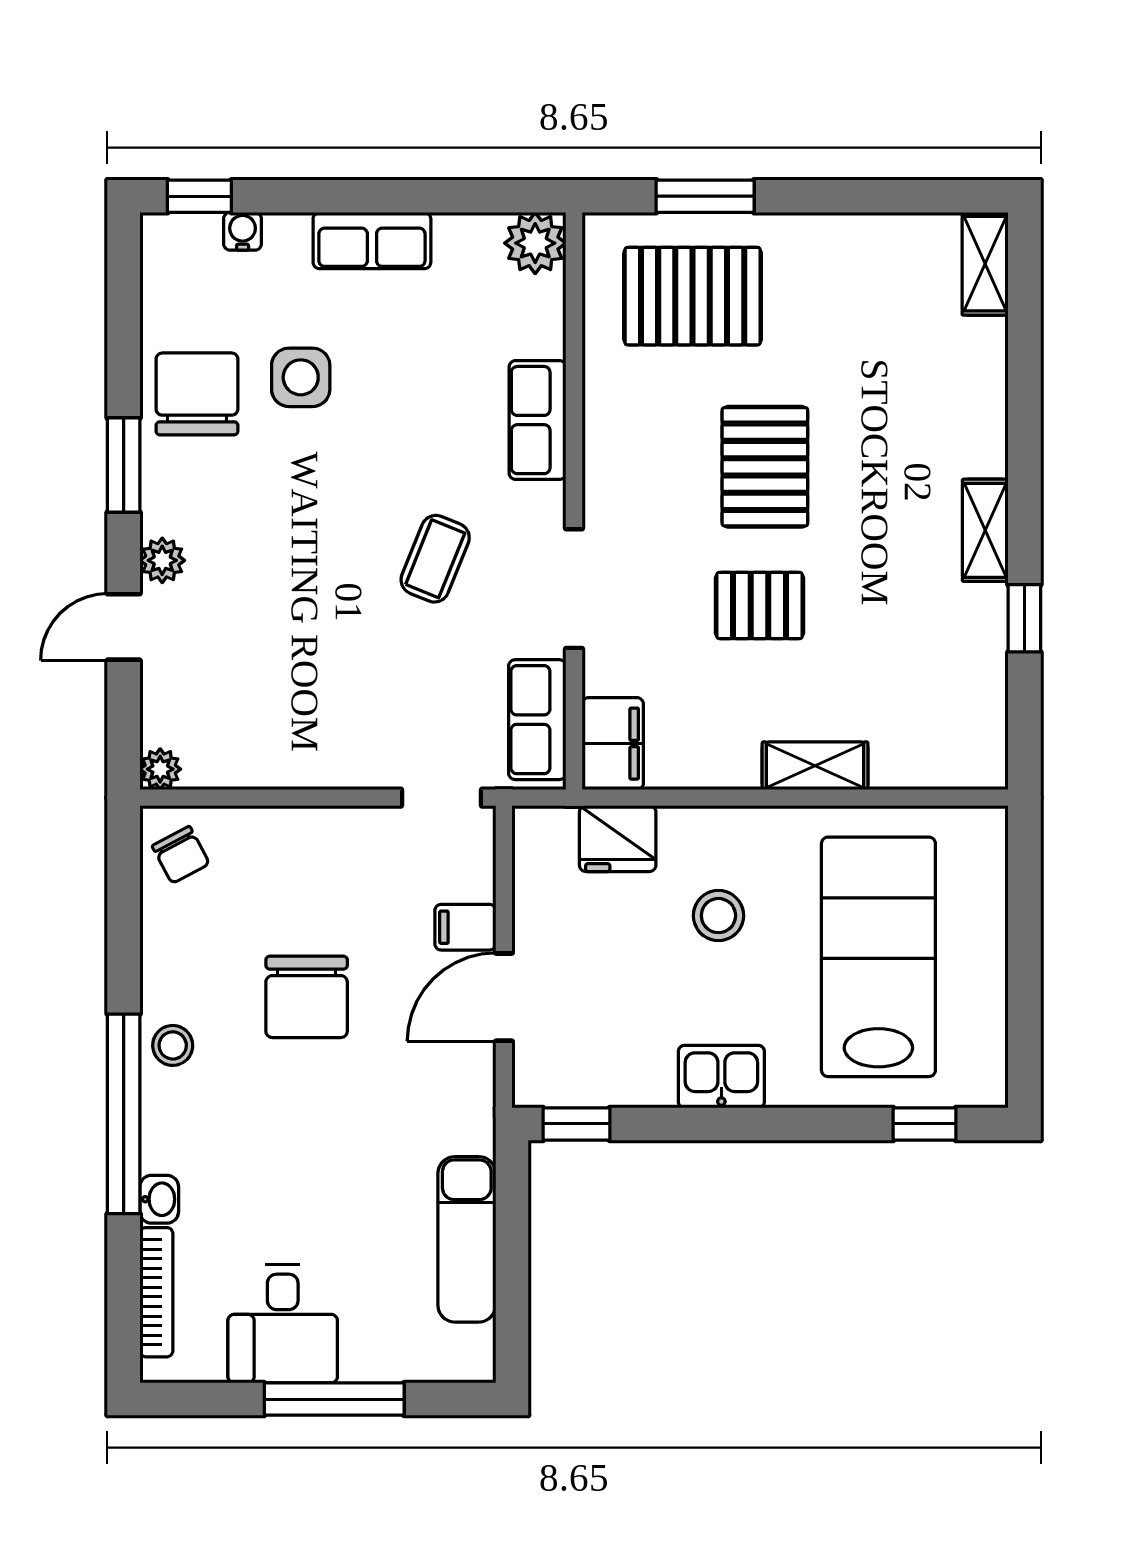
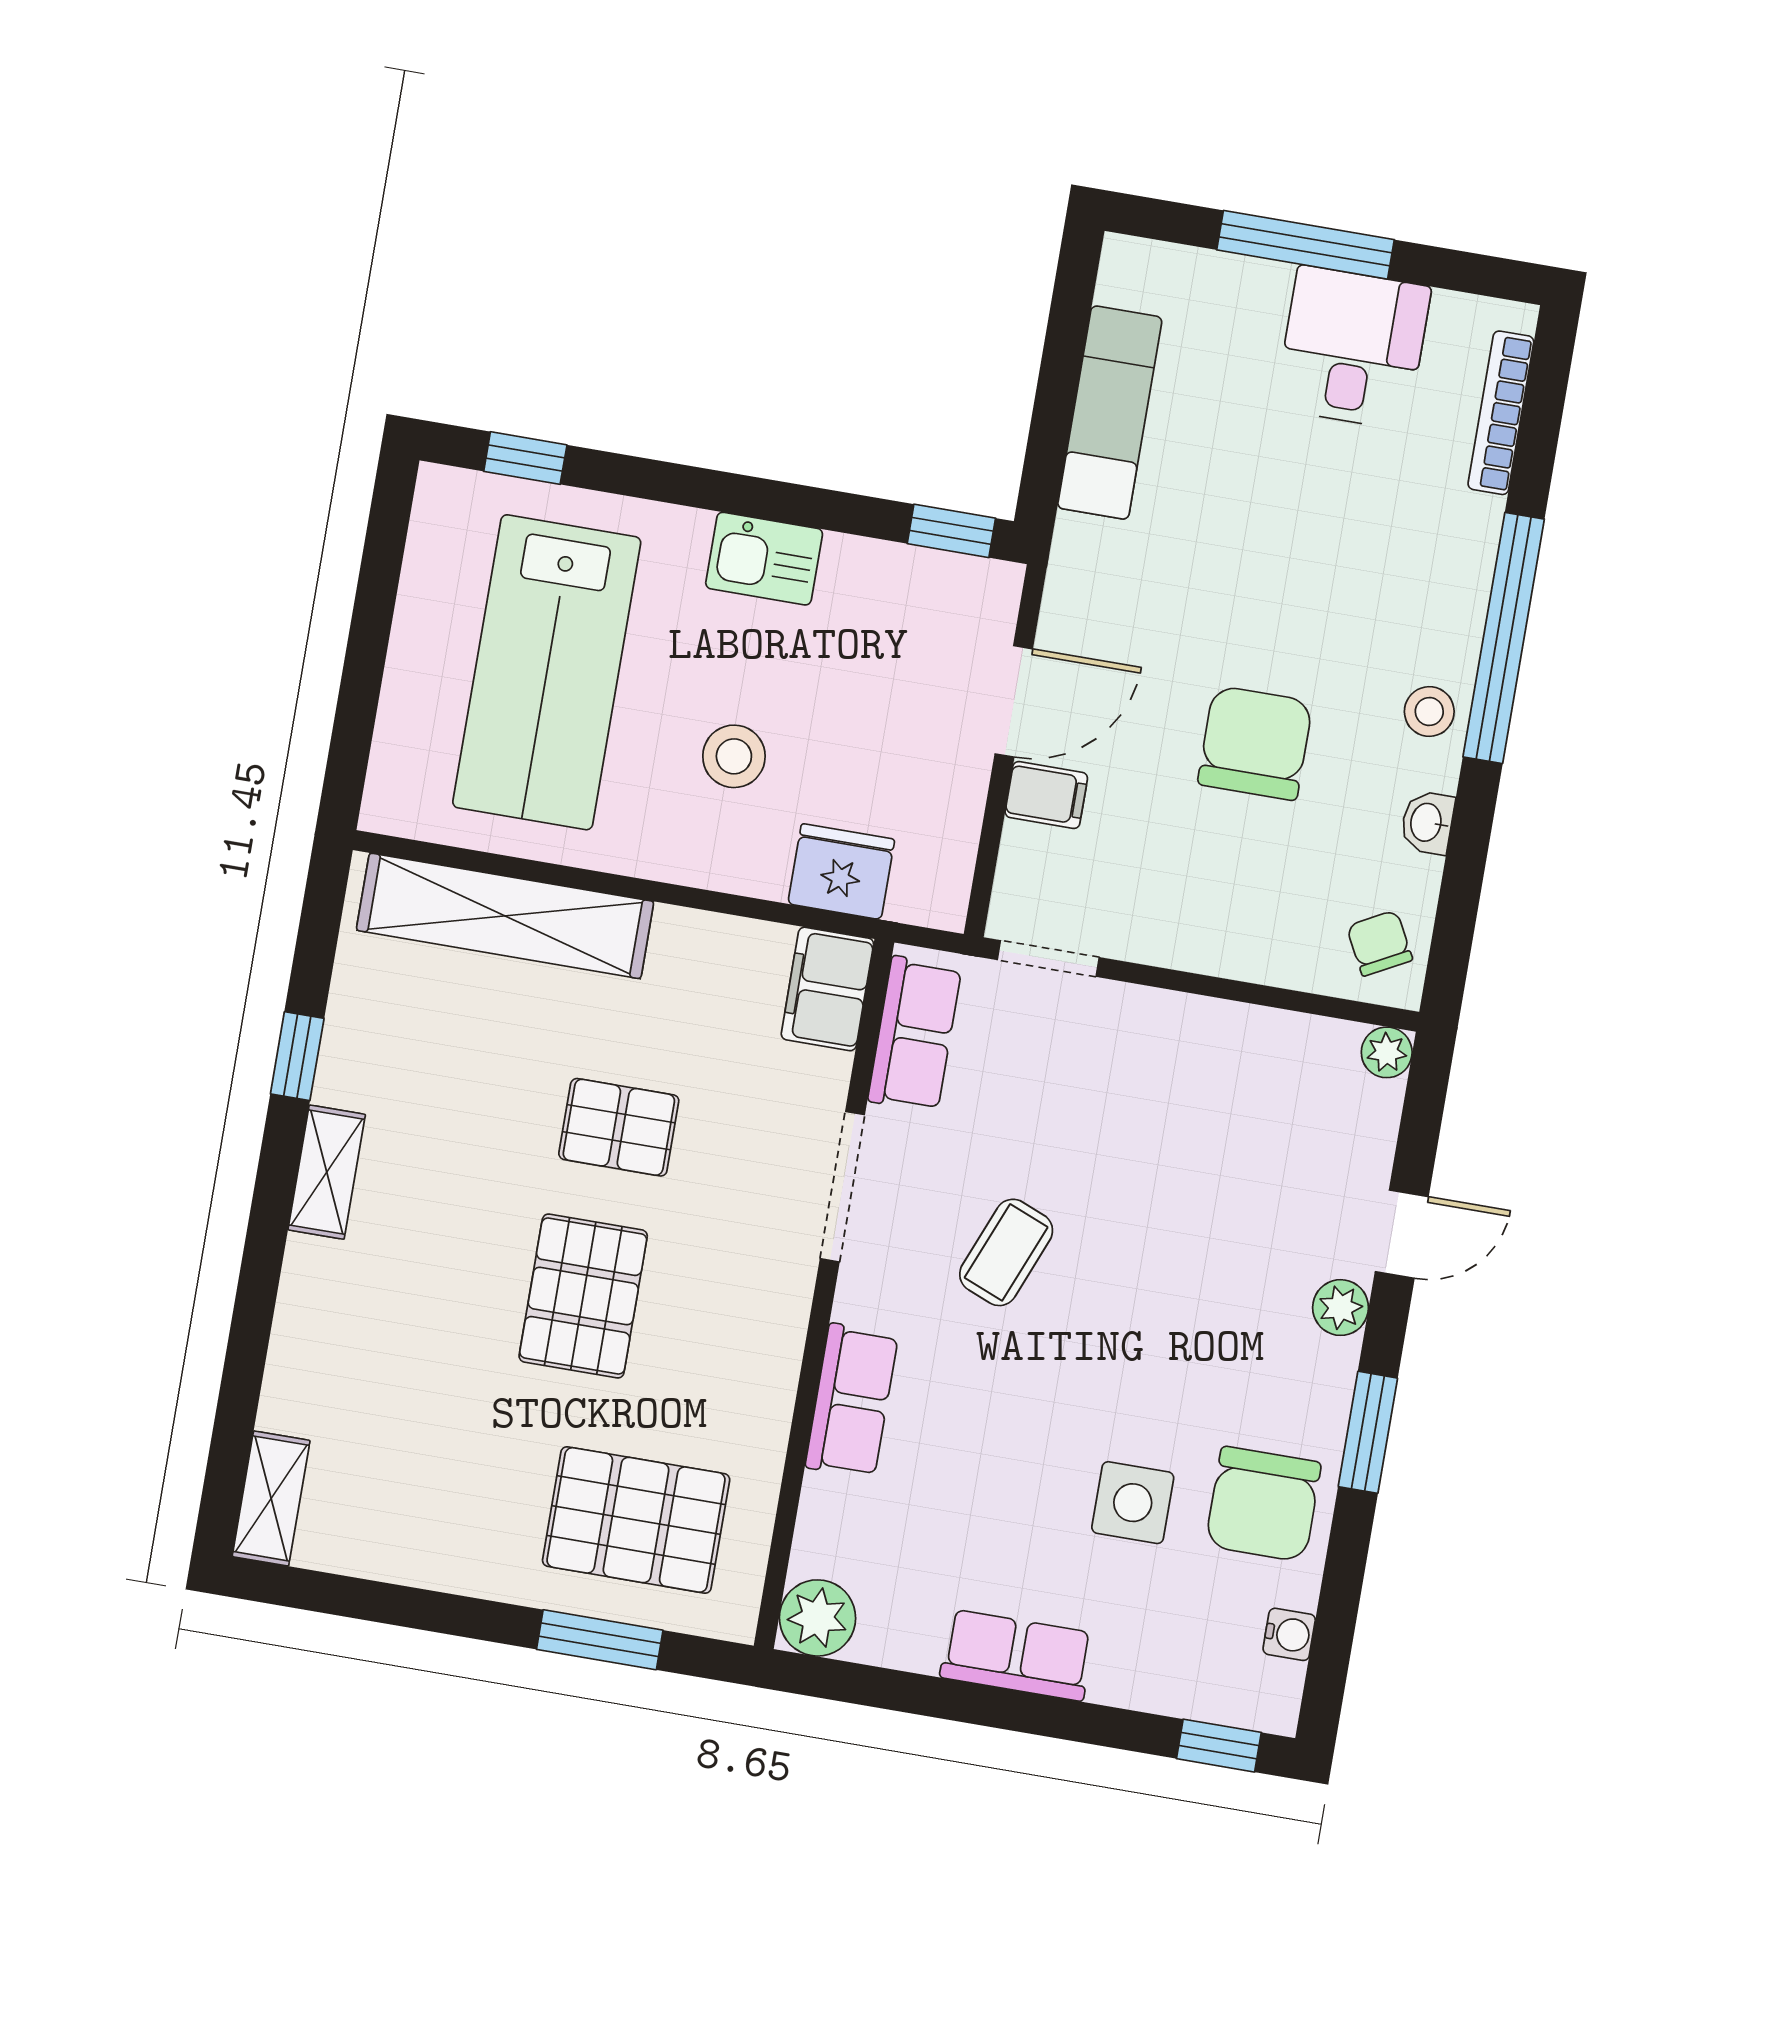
water cooler: (243, 231) -> (1289, 1634), moved, turned -90
shelving: (815, 766) -> (505, 916), width x2.20, depth x1.33
washbasin: (159, 1199) -> (1427, 823), moved

